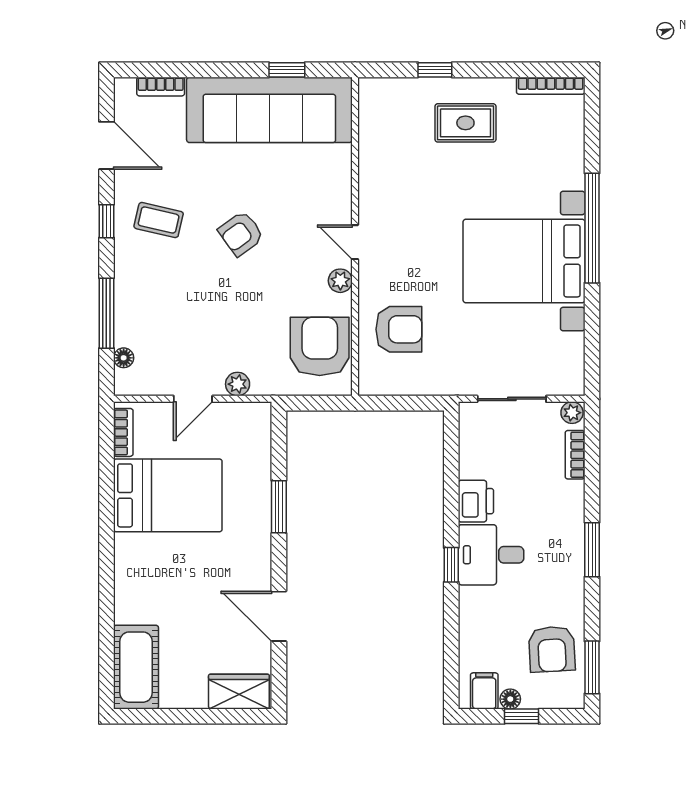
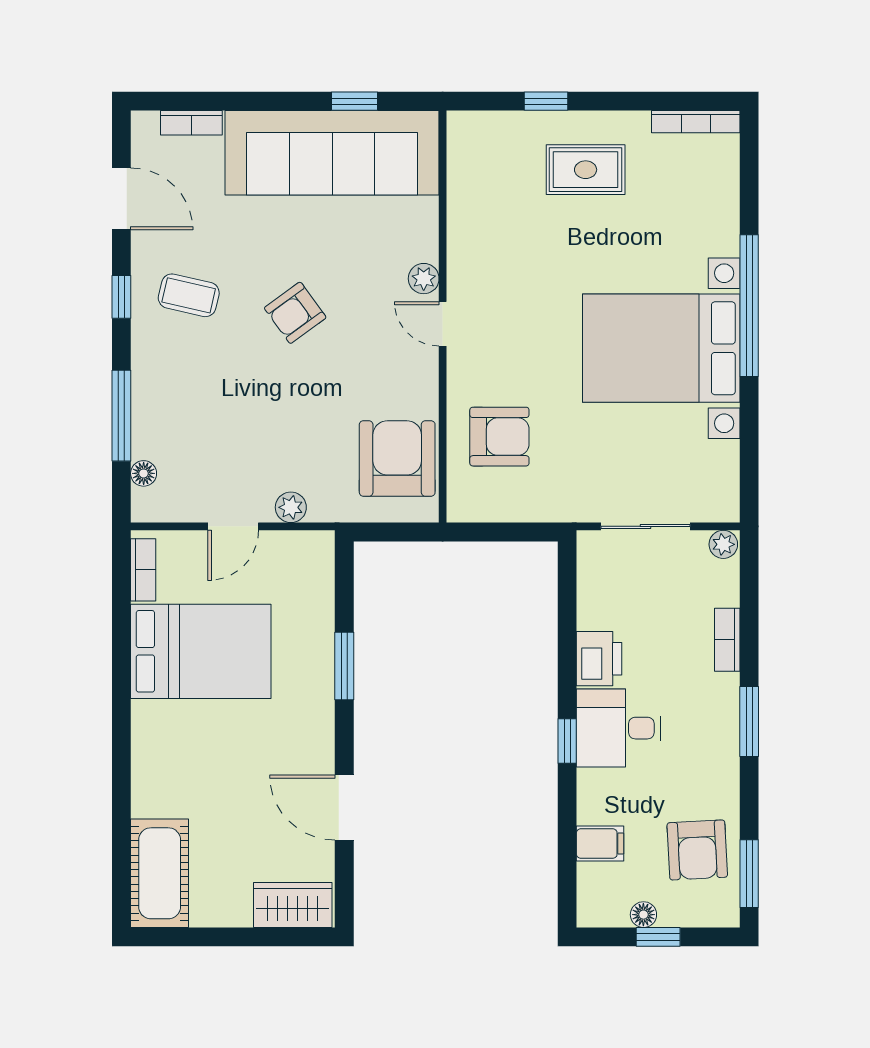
plant: (340, 281) -> (424, 279), moved
bookcase: (575, 455) -> (727, 640), moved
filing cabinet: (484, 691) -> (600, 844), moved, turned 90

